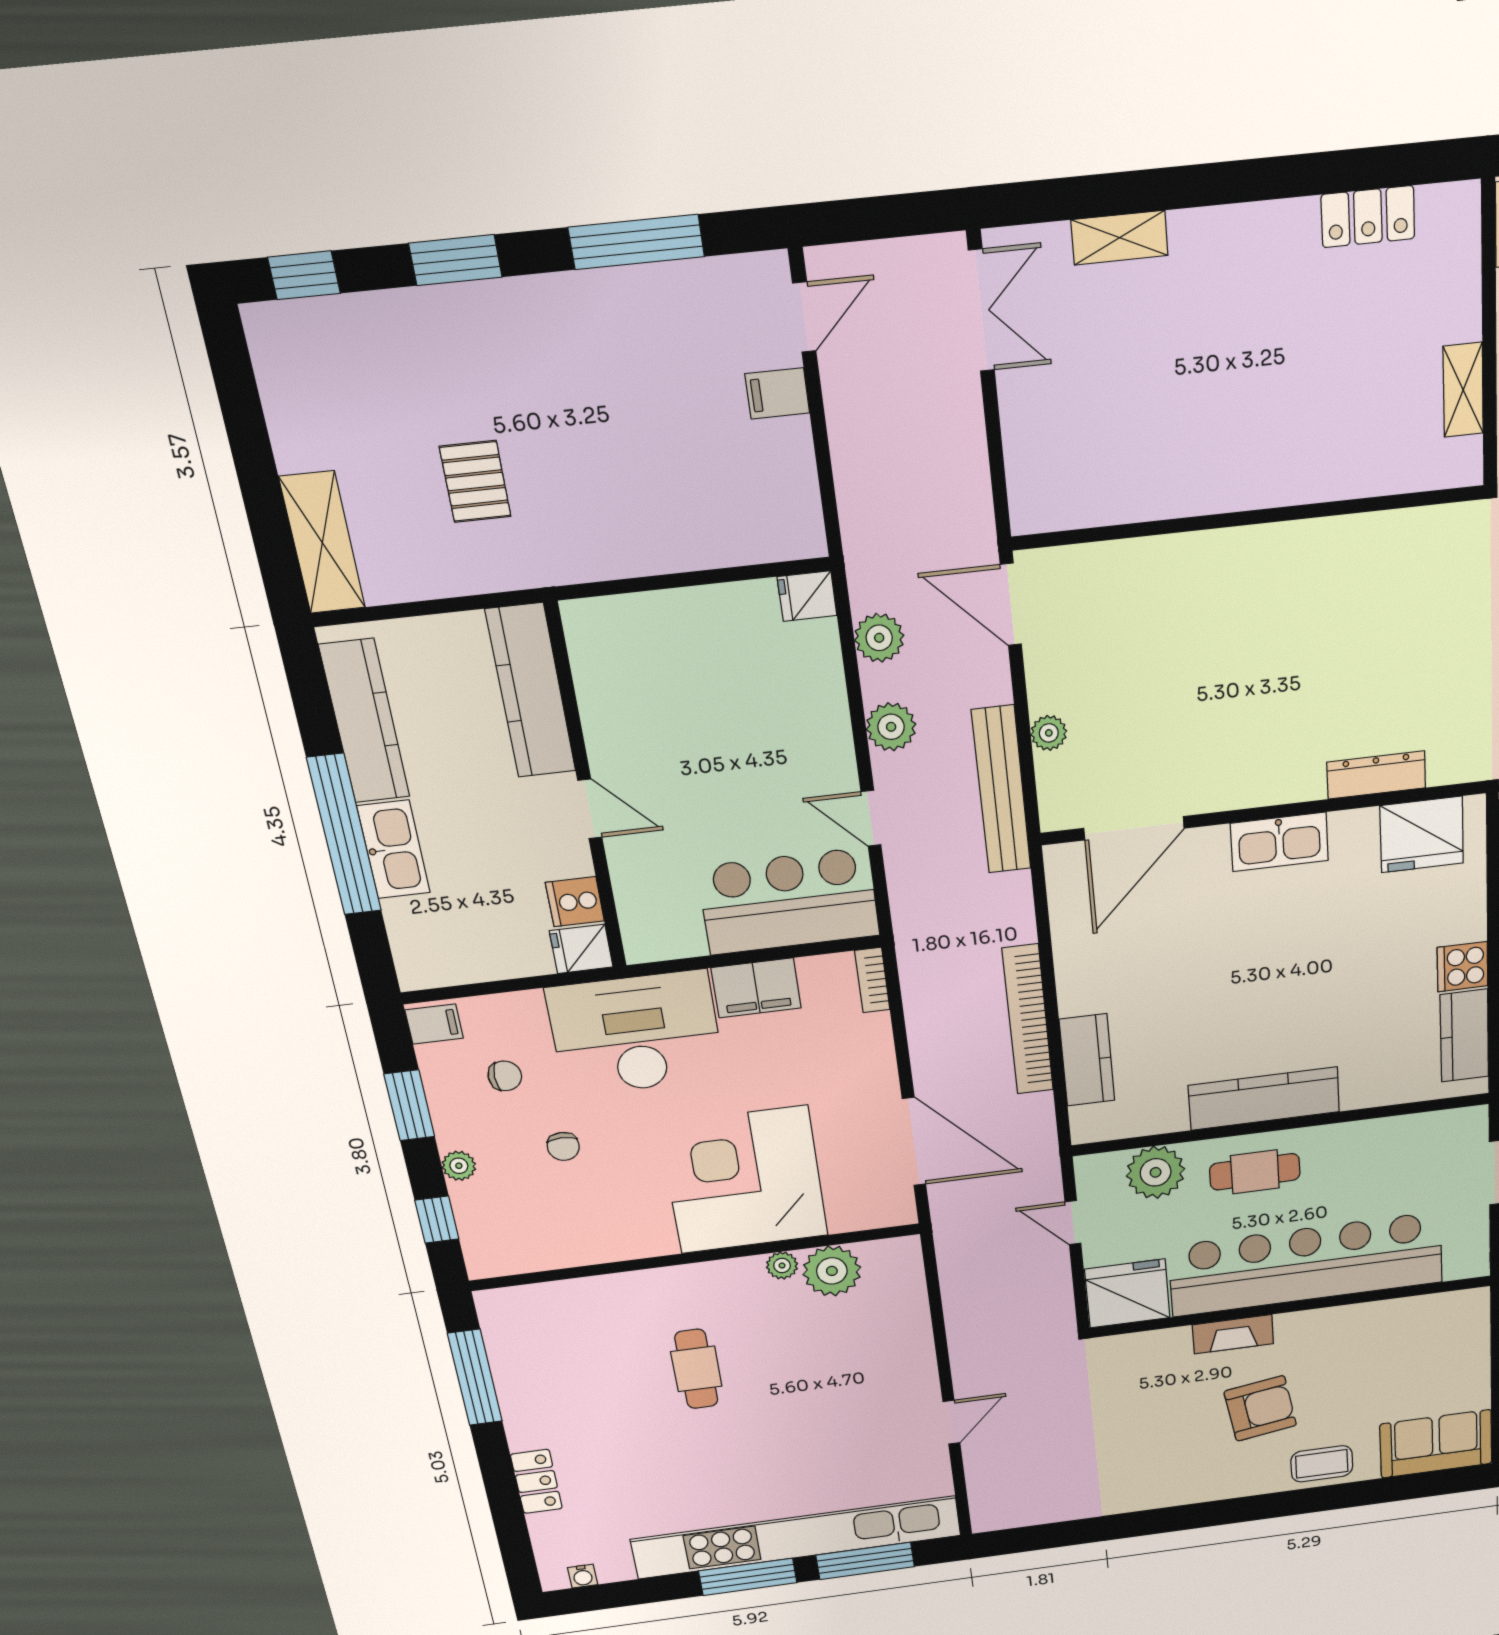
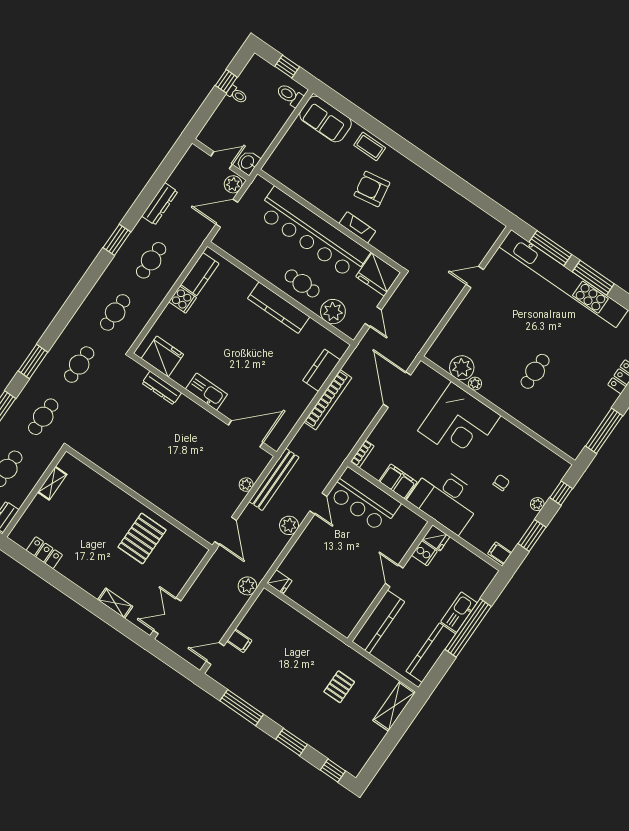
pallet: (1175, 436) -> (142, 538), added
plant: (879, 638) -> (247, 586), moved
chair: (505, 1076) -> (496, 520), removed

